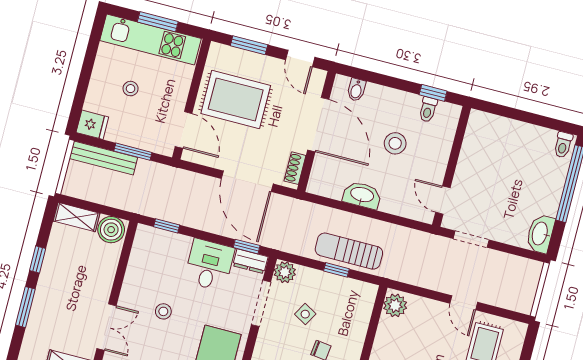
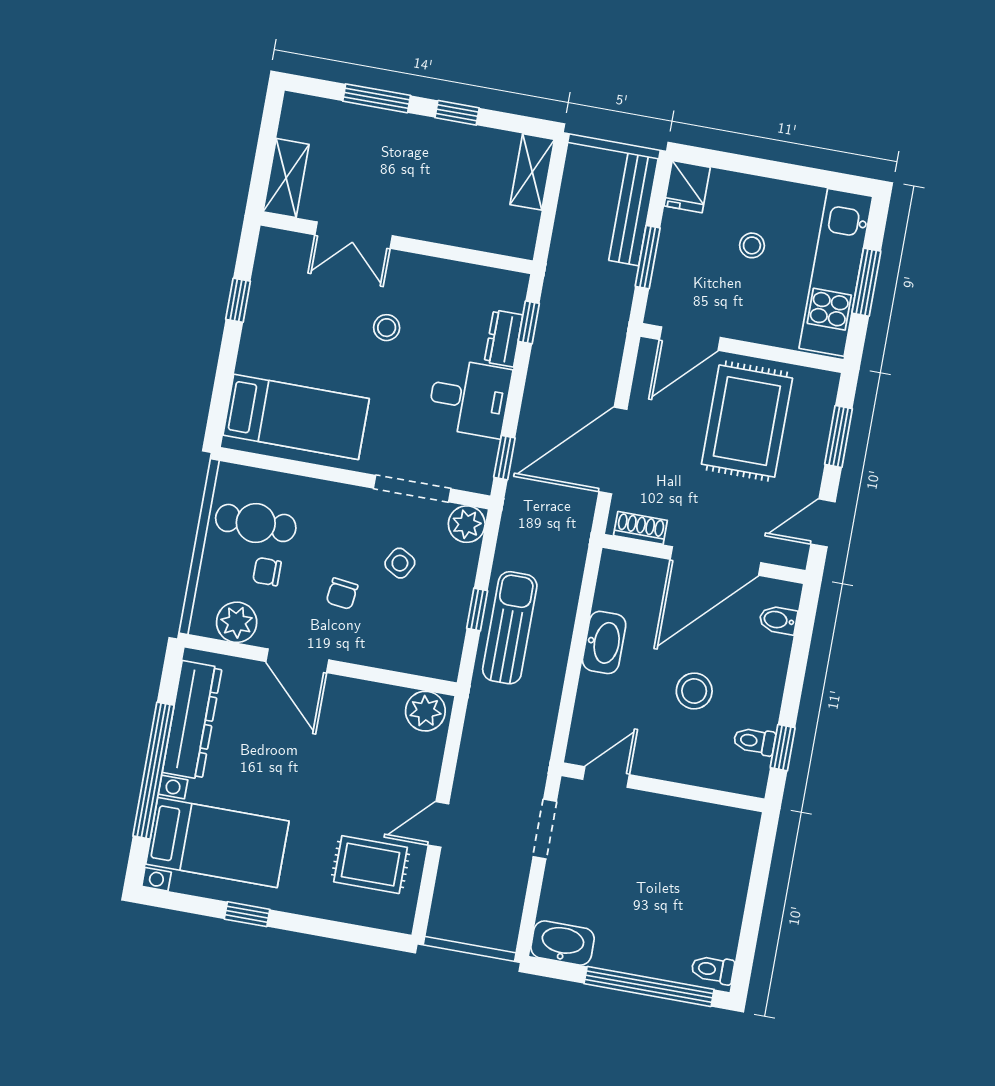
boiler: (111, 230) -> (516, 231), removed
dresser: (250, 261) -> (504, 338), moved

